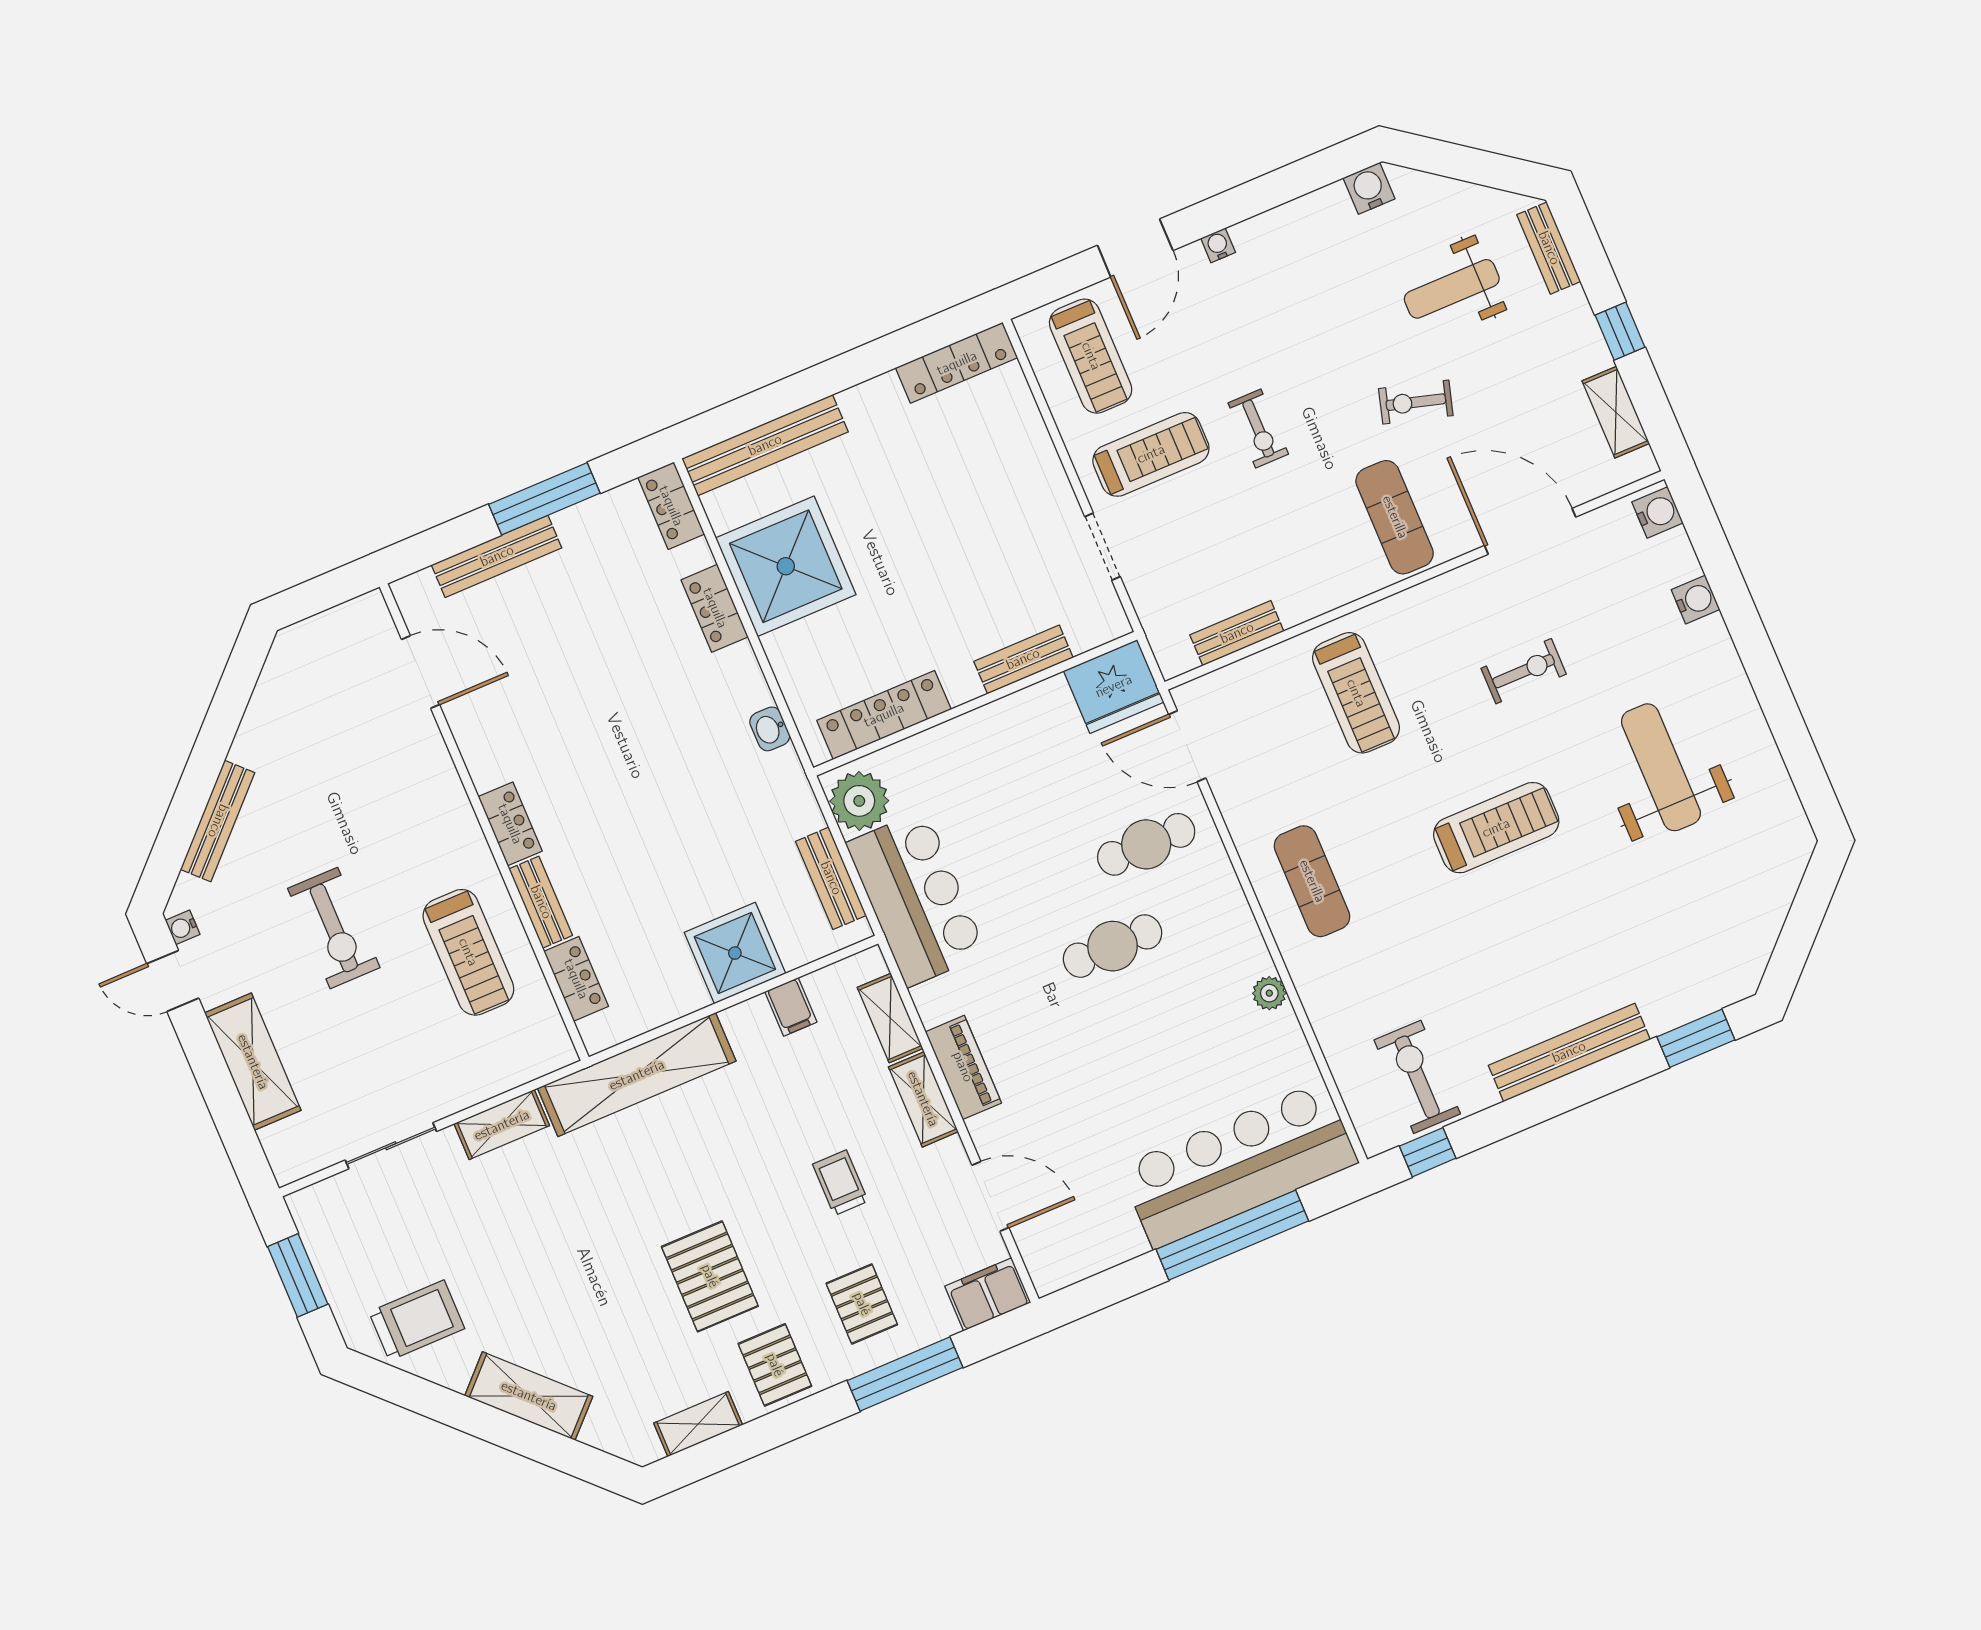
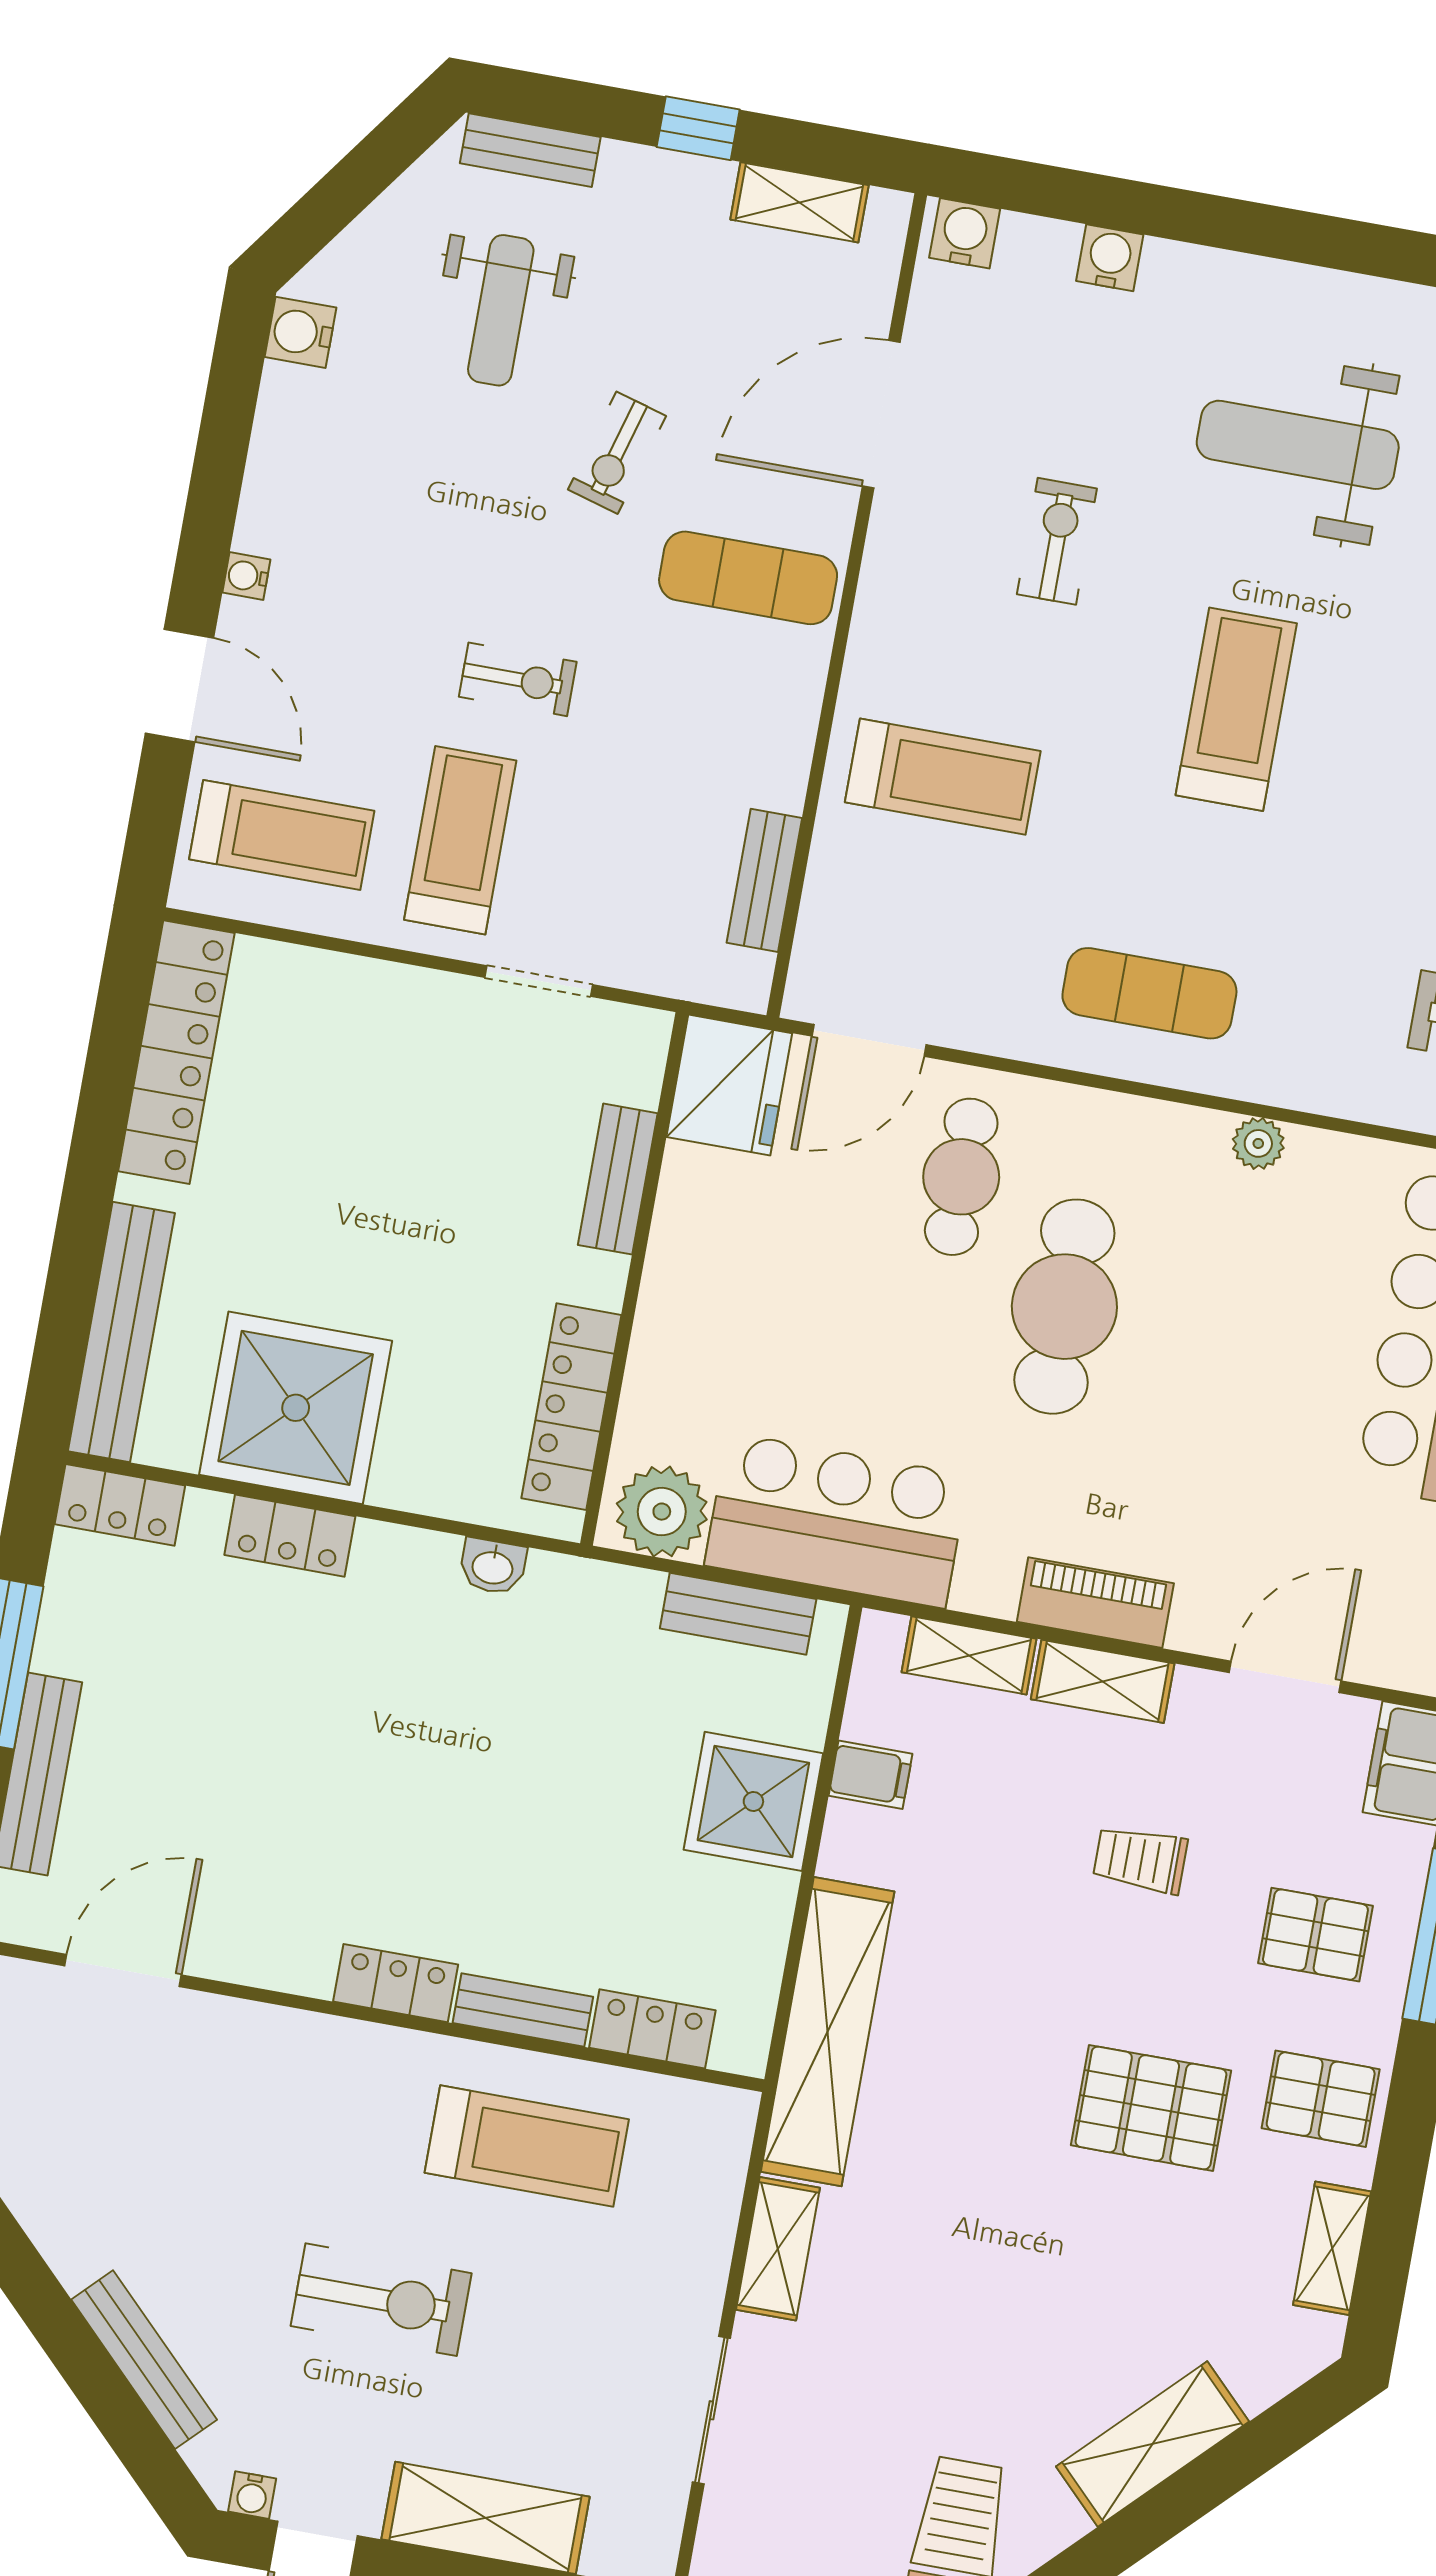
locker: (957, 363) -> (176, 1052), width x1.41, depth x1.21
cafe table: (1113, 946) -> (1064, 1307), width x1.37, depth x1.35

